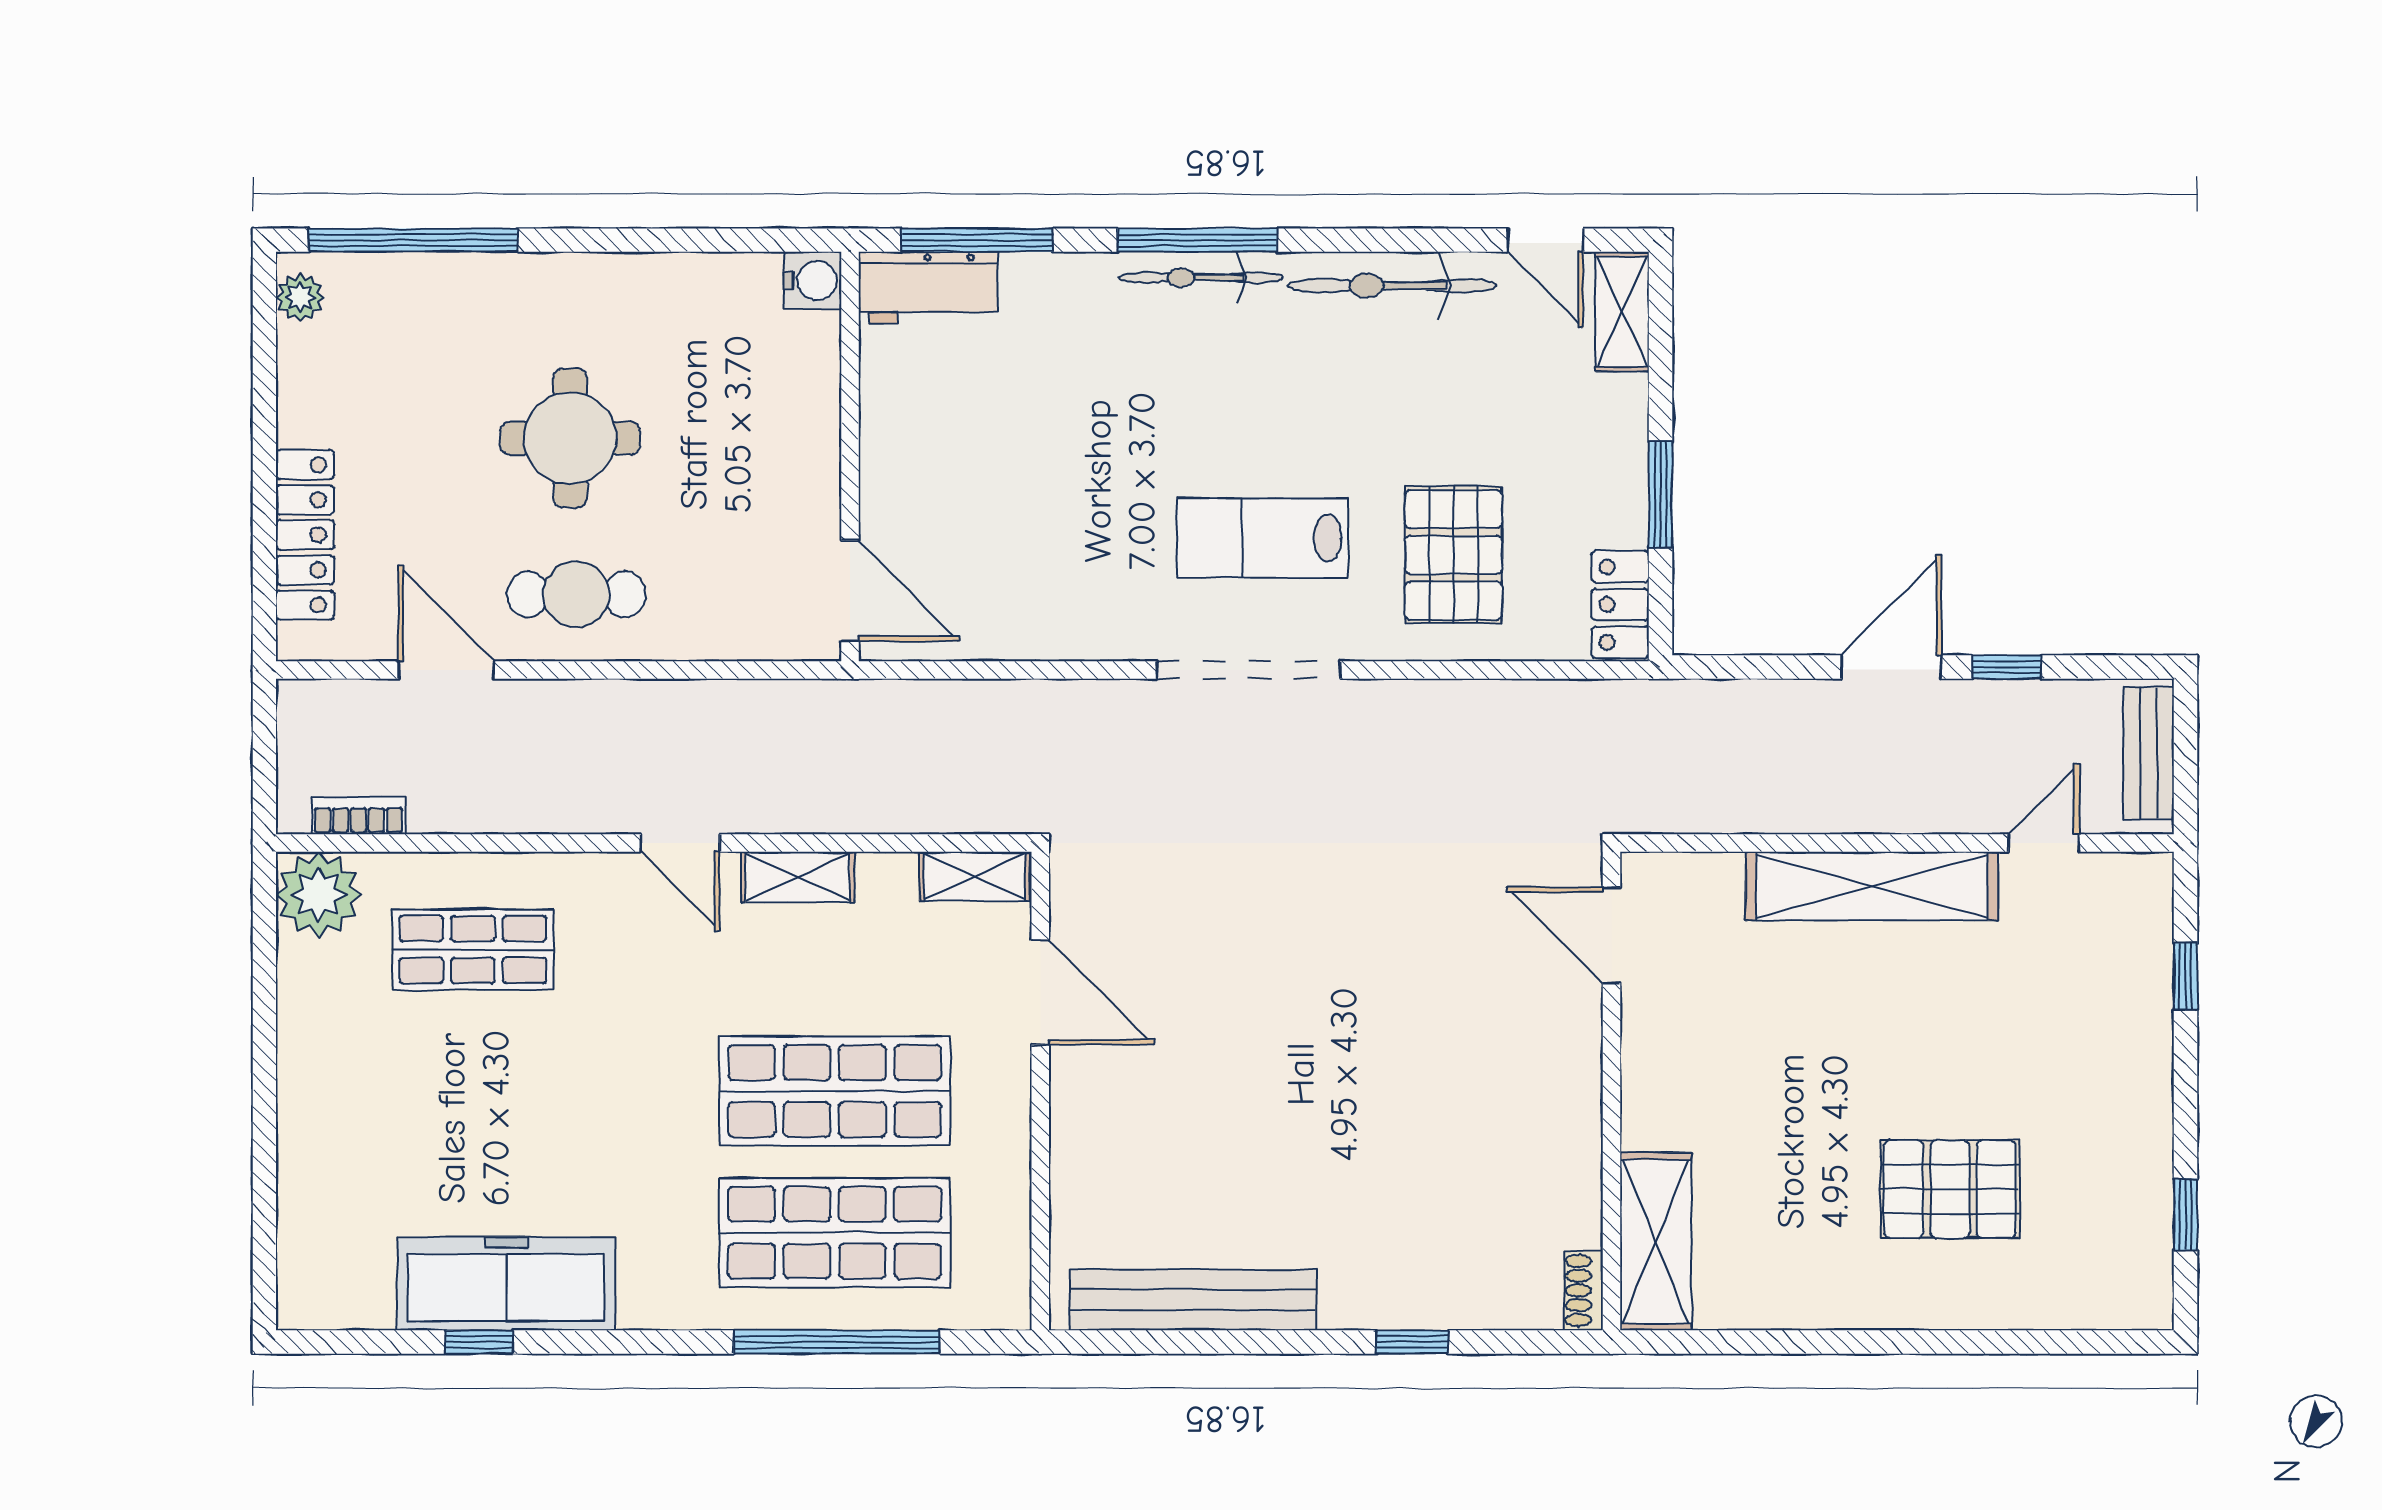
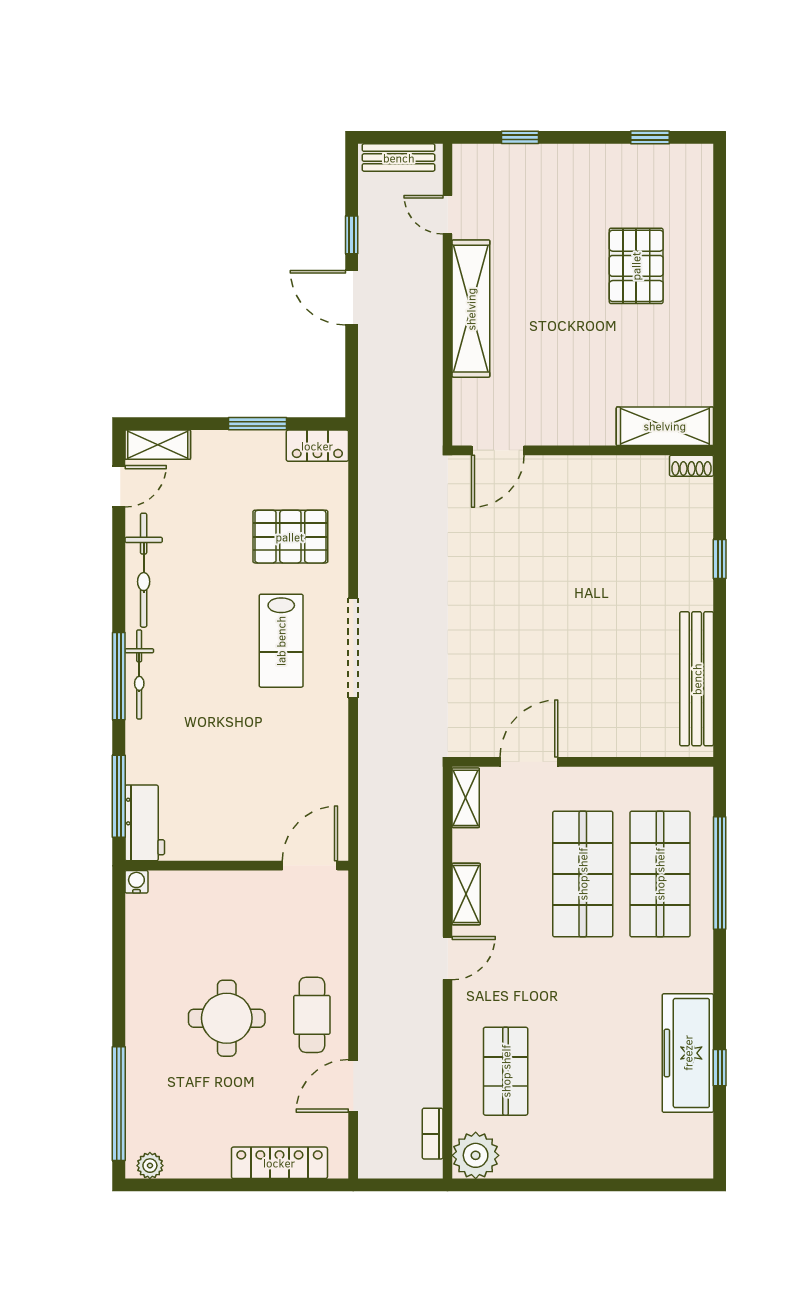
water cooler: (812, 281) -> (136, 882), width x0.72, depth x0.72

